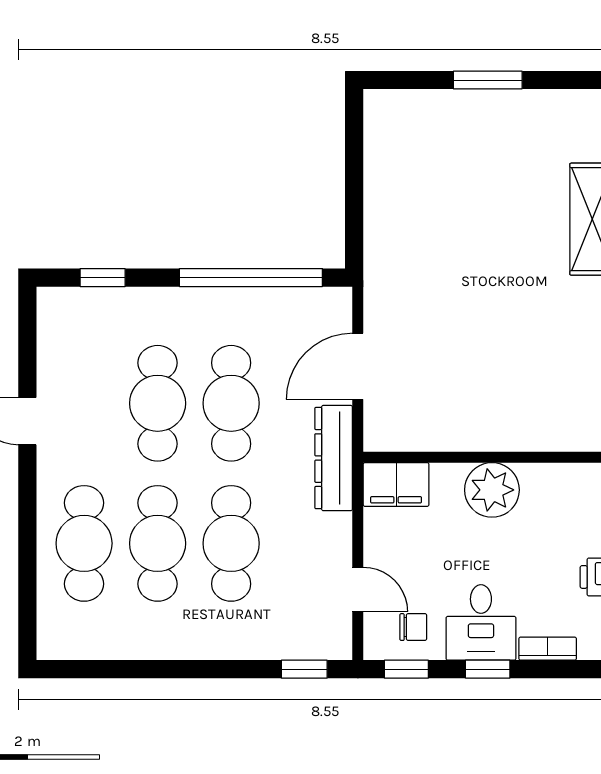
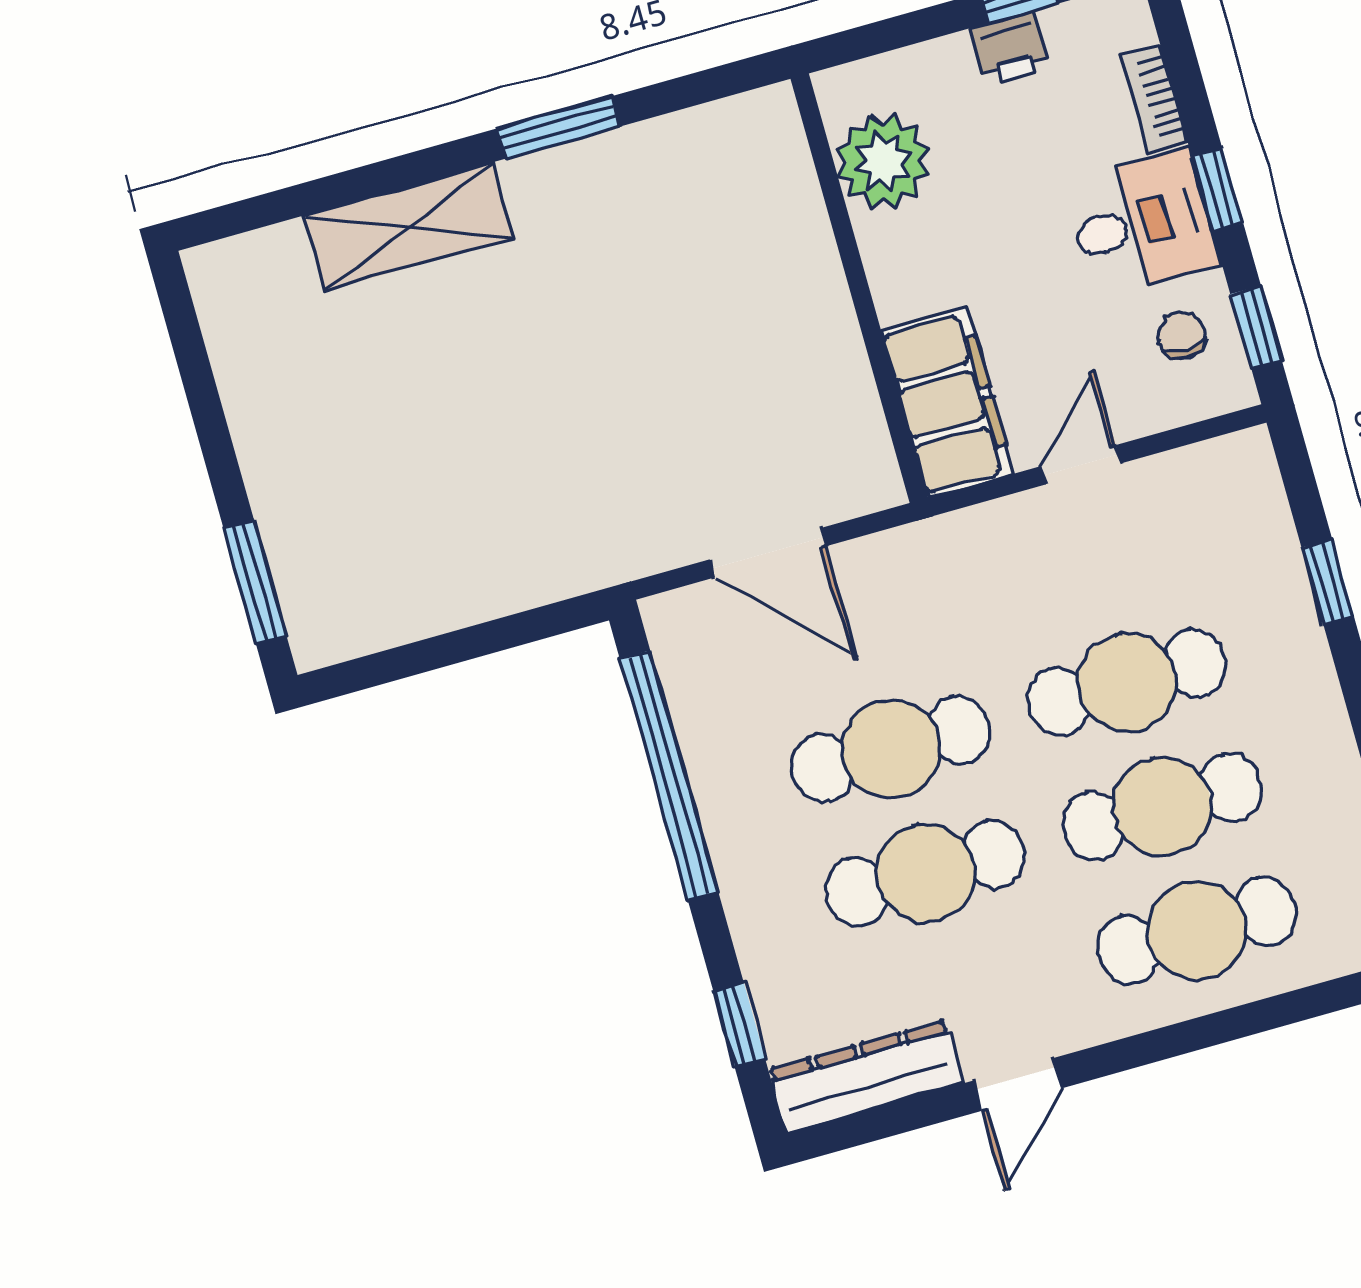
window: (488, 80) -> (255, 582), moved
dresser: (334, 458) -> (866, 1076), moved, turned 180
filing cabinet: (396, 484) -> (948, 403), width x1.50, depth x1.17
plant: (492, 490) -> (883, 162), moved
door: (358, 589) -> (1081, 465), moved
window: (304, 669) -> (1328, 582), moved

